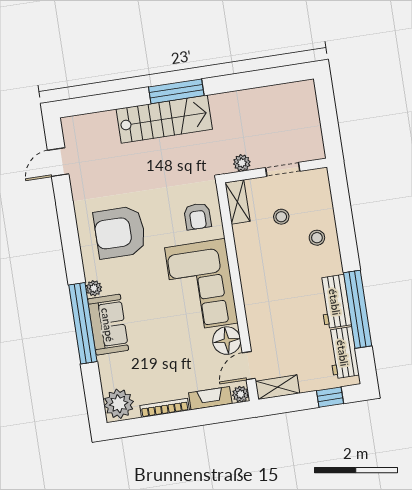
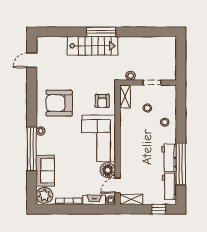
sofa: (108, 325) -> (45, 171), moved

